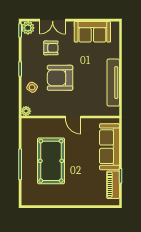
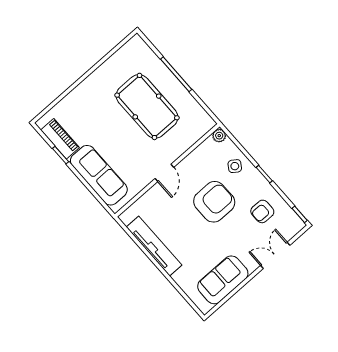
plant: (28, 28) -> (294, 224), removed
armchair: (51, 48) -> (262, 211), moved
door: (73, 117) -> (164, 173), swing flipped

